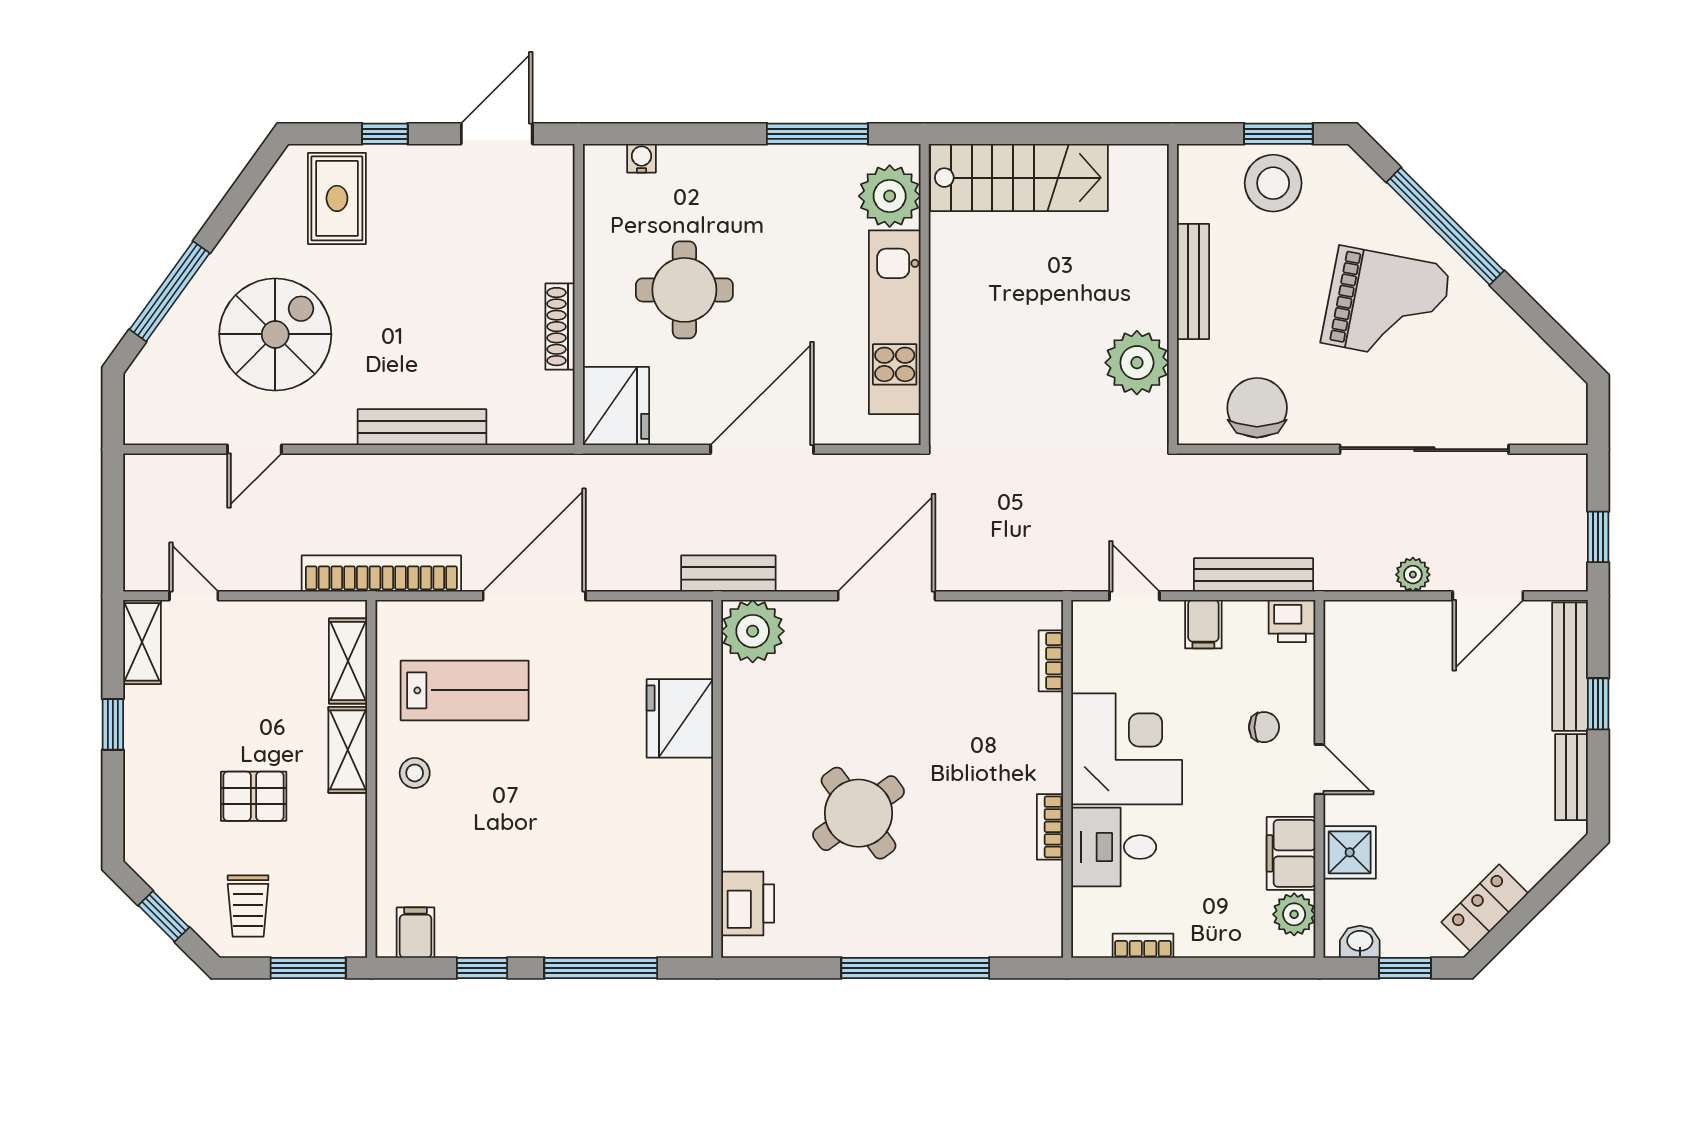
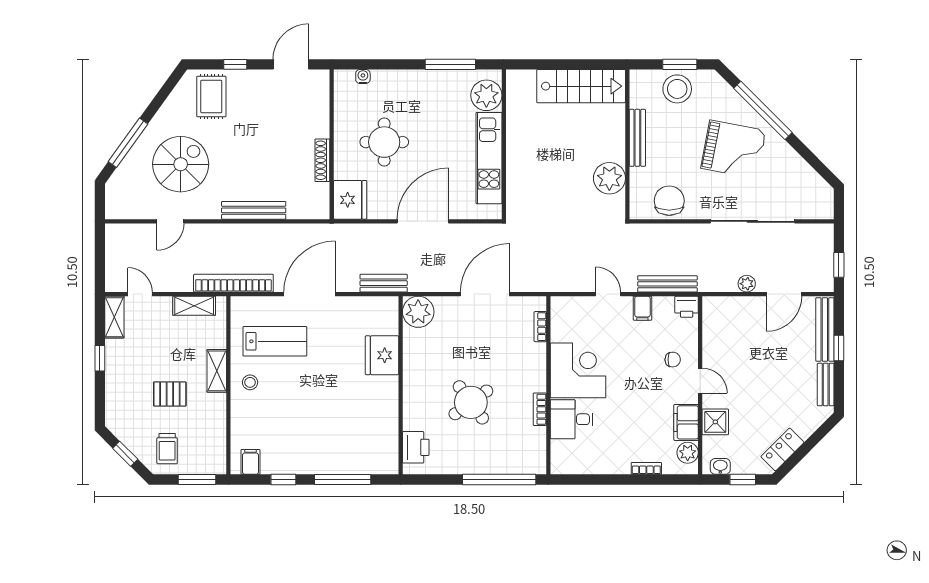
stairs: (1019, 178) -> (581, 86), moved
bench: (728, 574) -> (384, 283), moved
shelving: (348, 661) -> (194, 306), moved, turned 90
bookcase: (1051, 661) -> (540, 327), moved
corner desk: (1127, 749) -> (578, 370), moved
wall: (1067, 779) -> (548, 385), moved
bookcase: (1050, 827) -> (540, 409), moved
desk: (1114, 847) -> (572, 419), moved
bookcase: (1143, 946) -> (646, 468), moved

